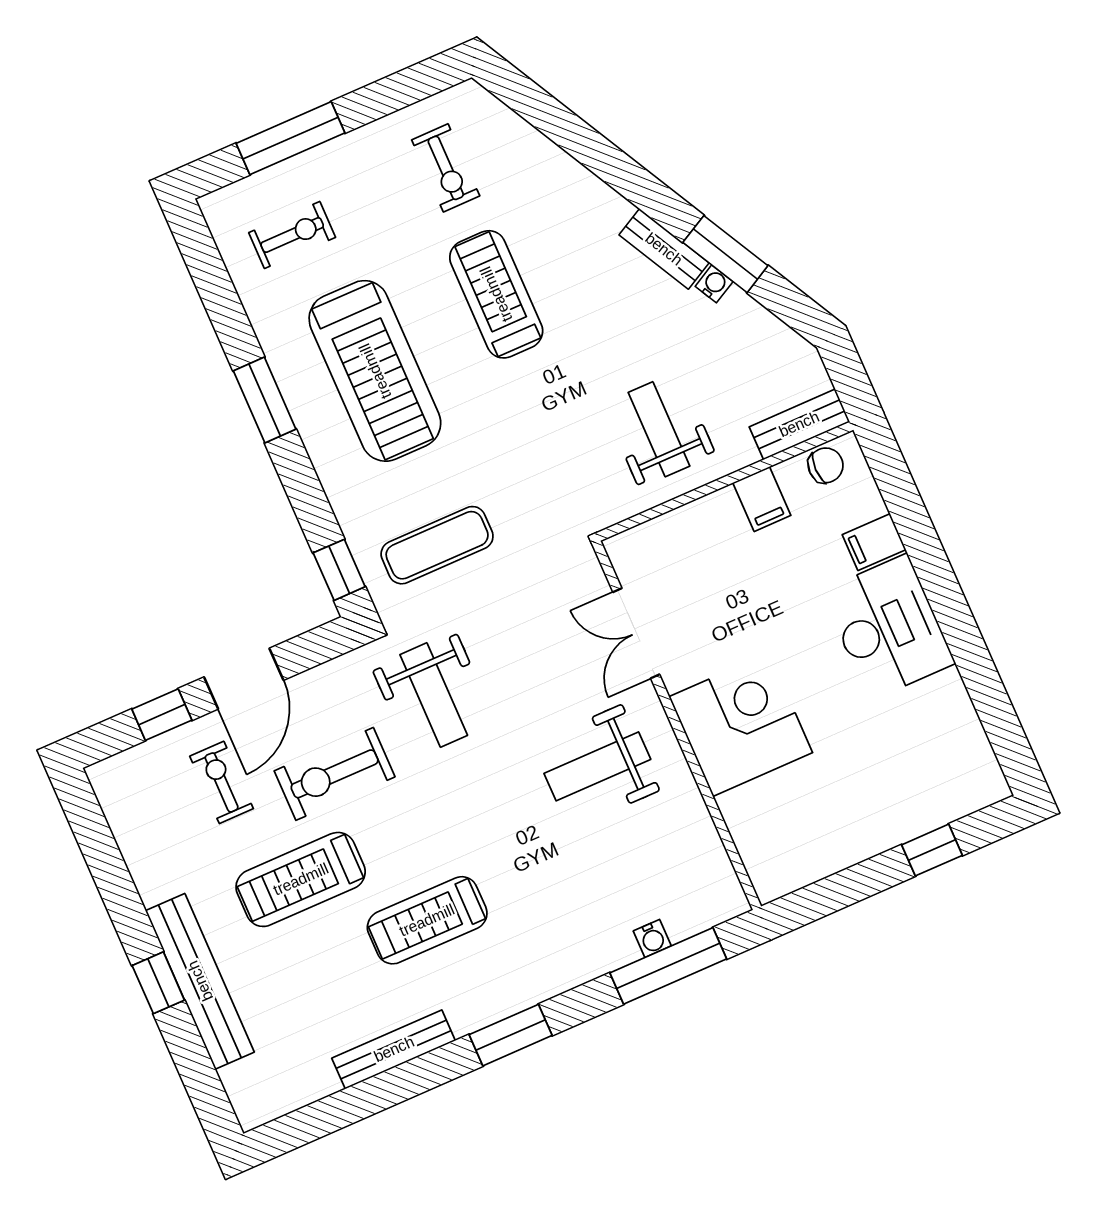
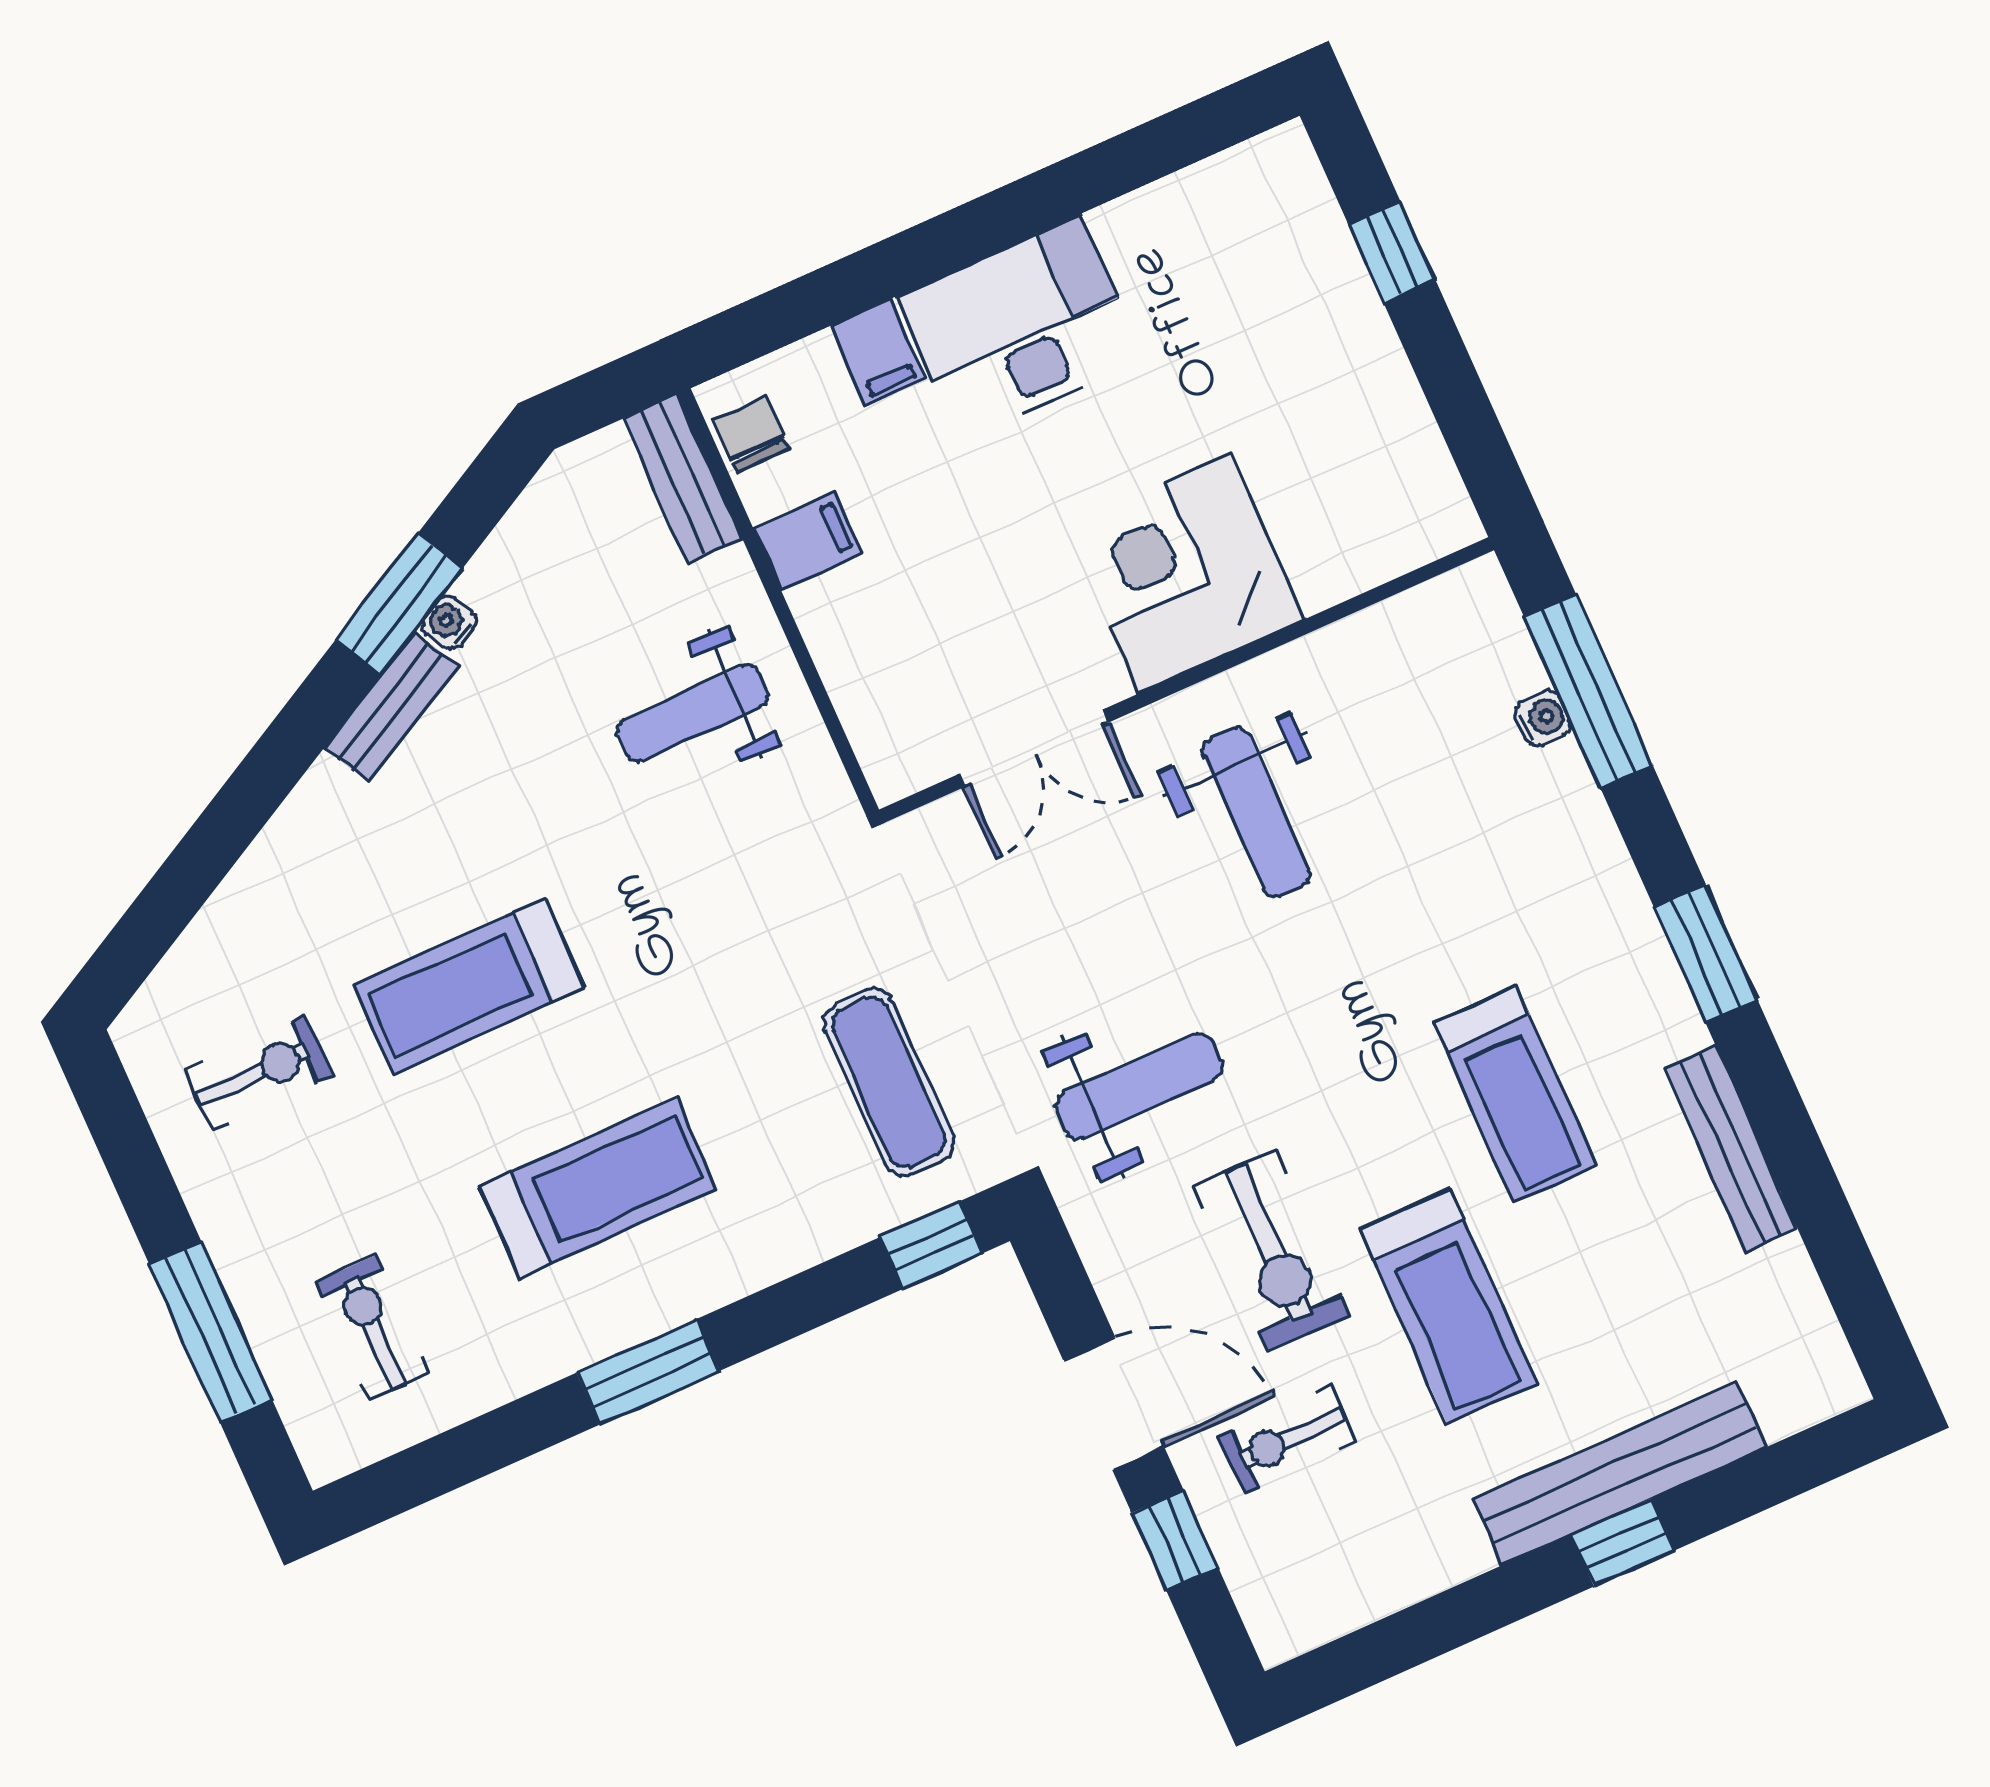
treadmill: (375, 371) -> (598, 1188), width x0.73, depth x0.73

